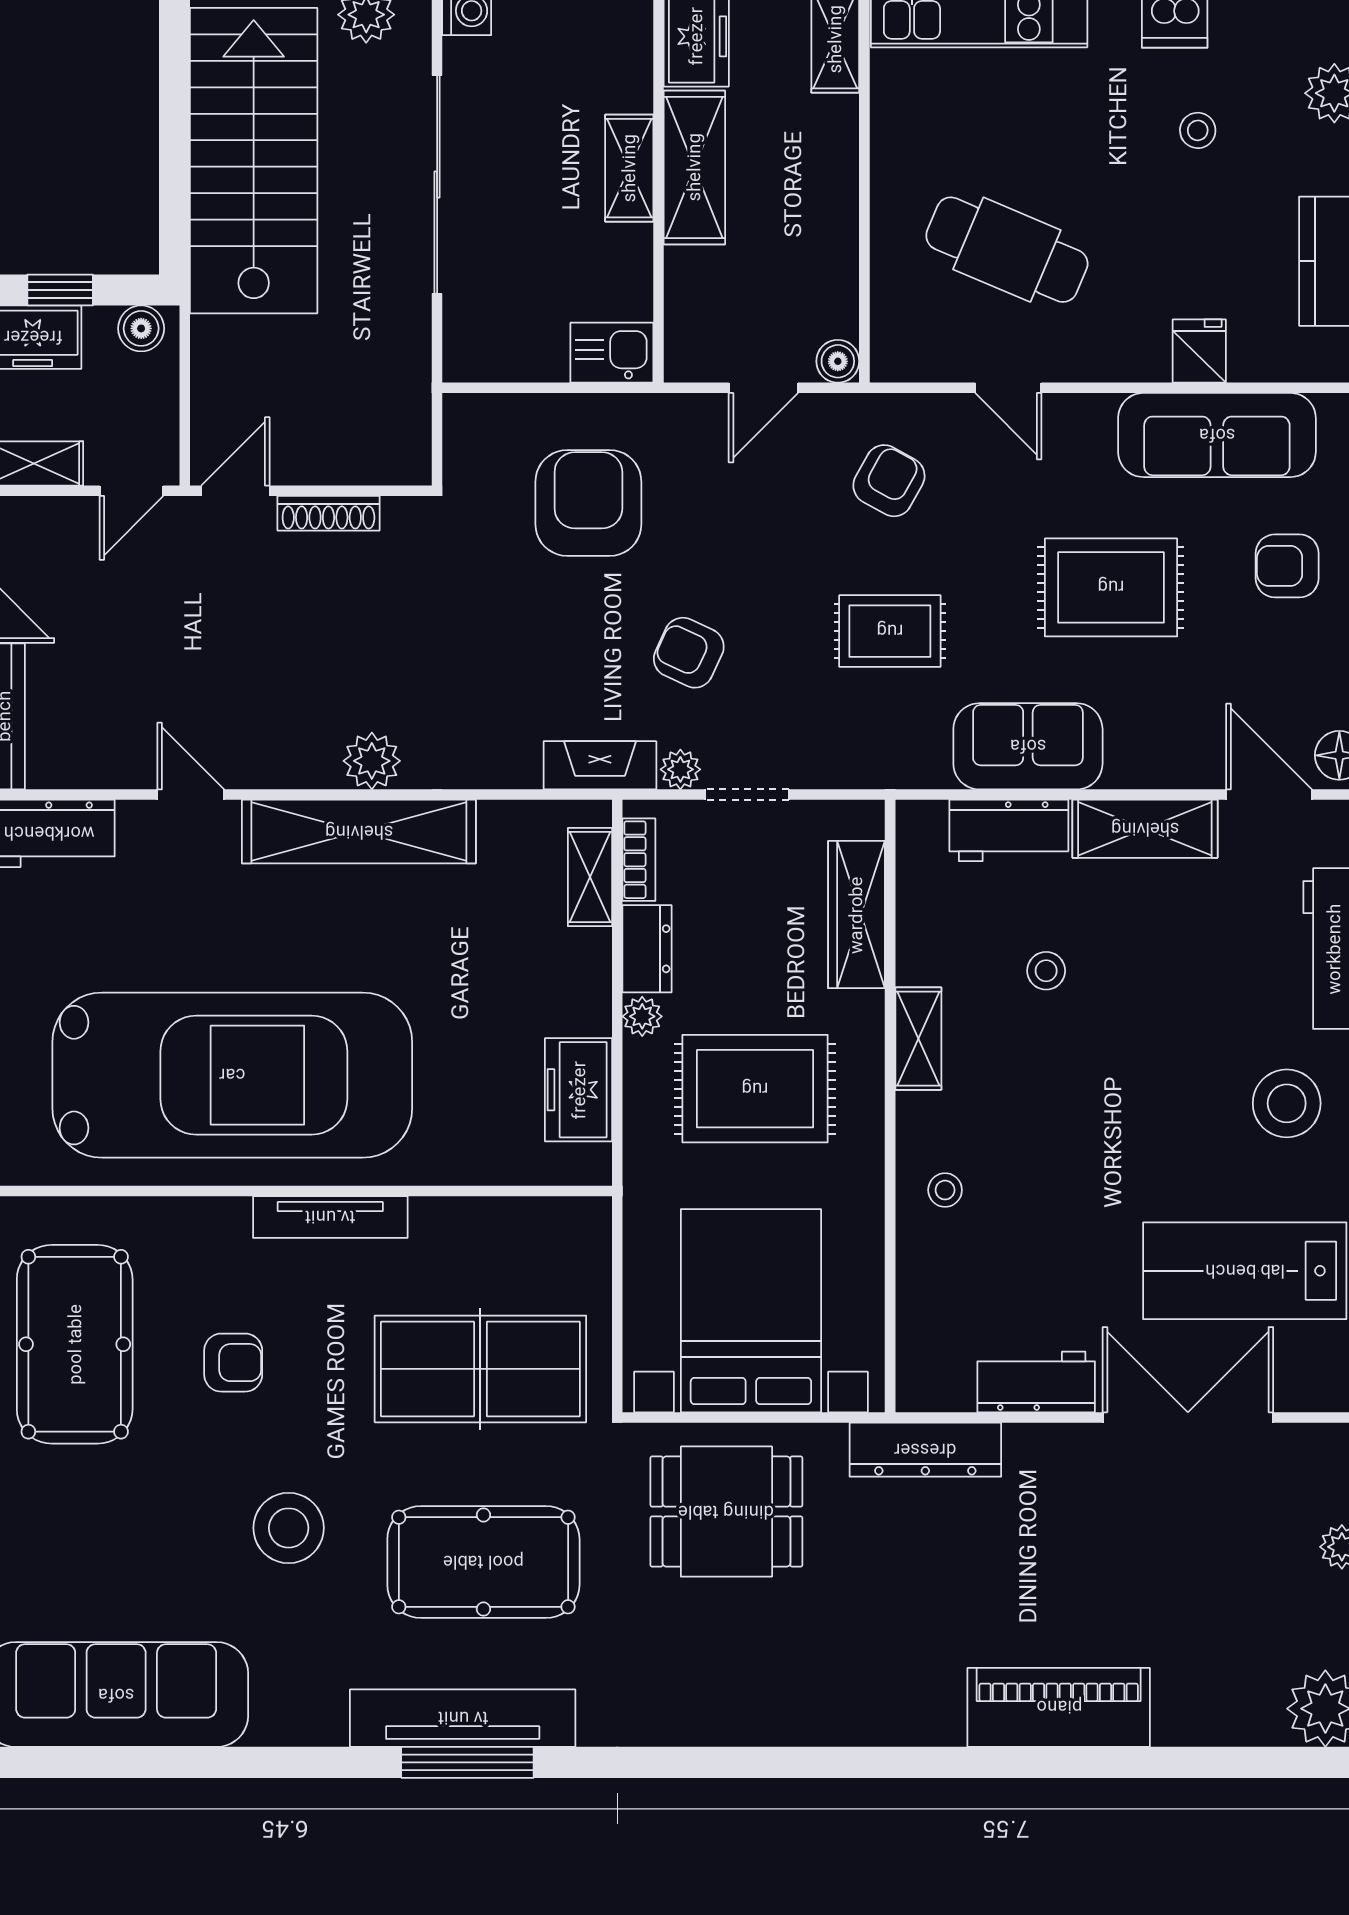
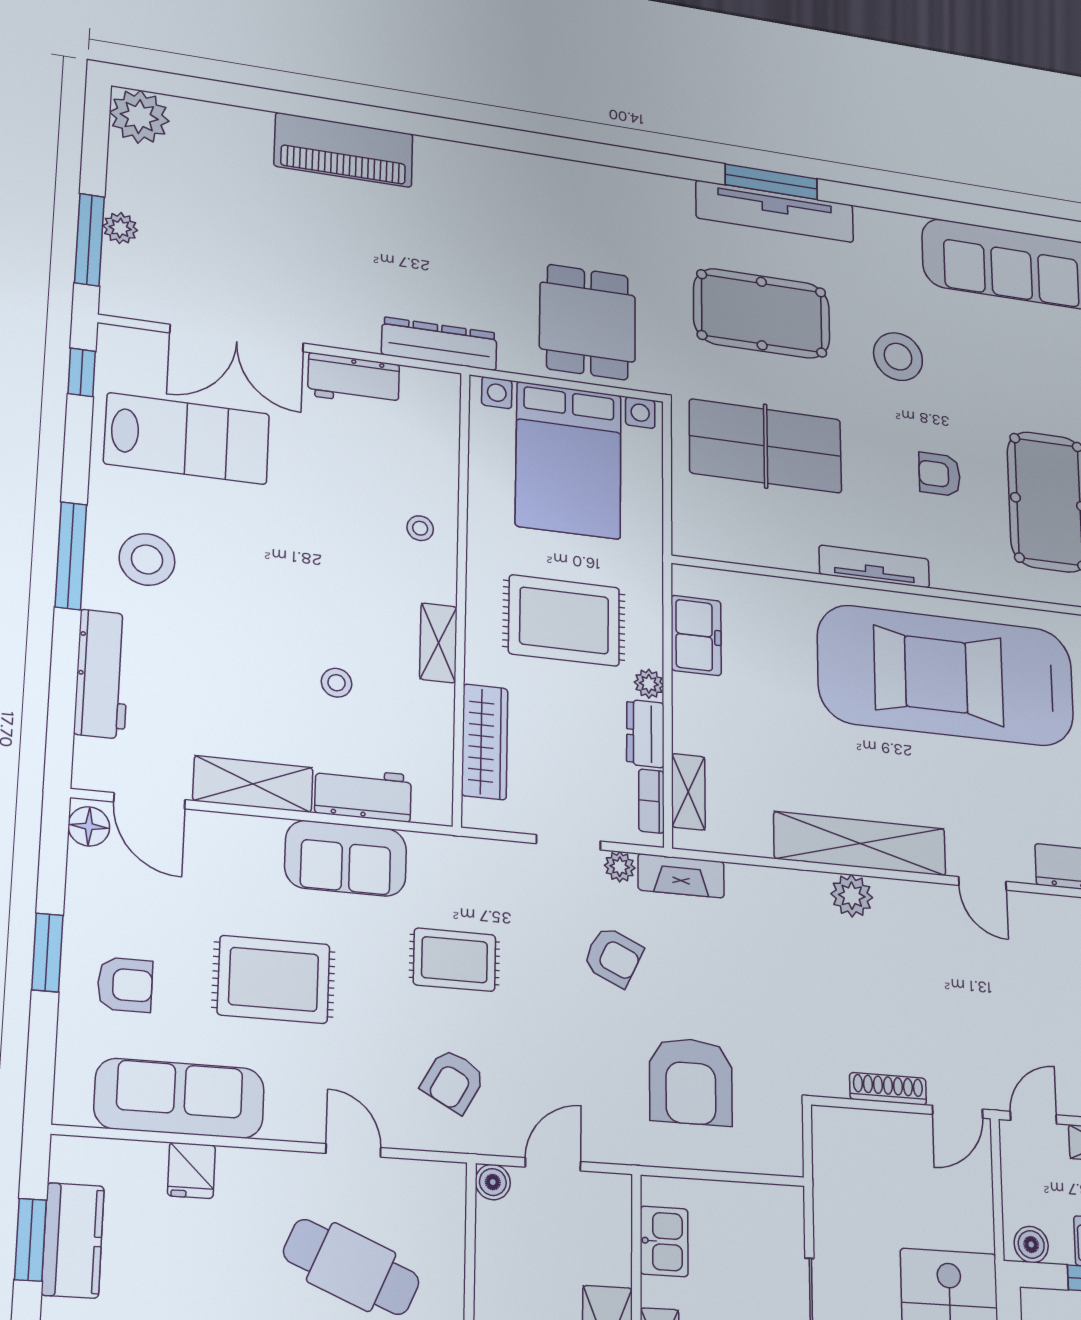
kitchen sink: (612, 353) -> (664, 1241), moved, turned -90
dining table: (726, 1512) -> (588, 322), turned 90

